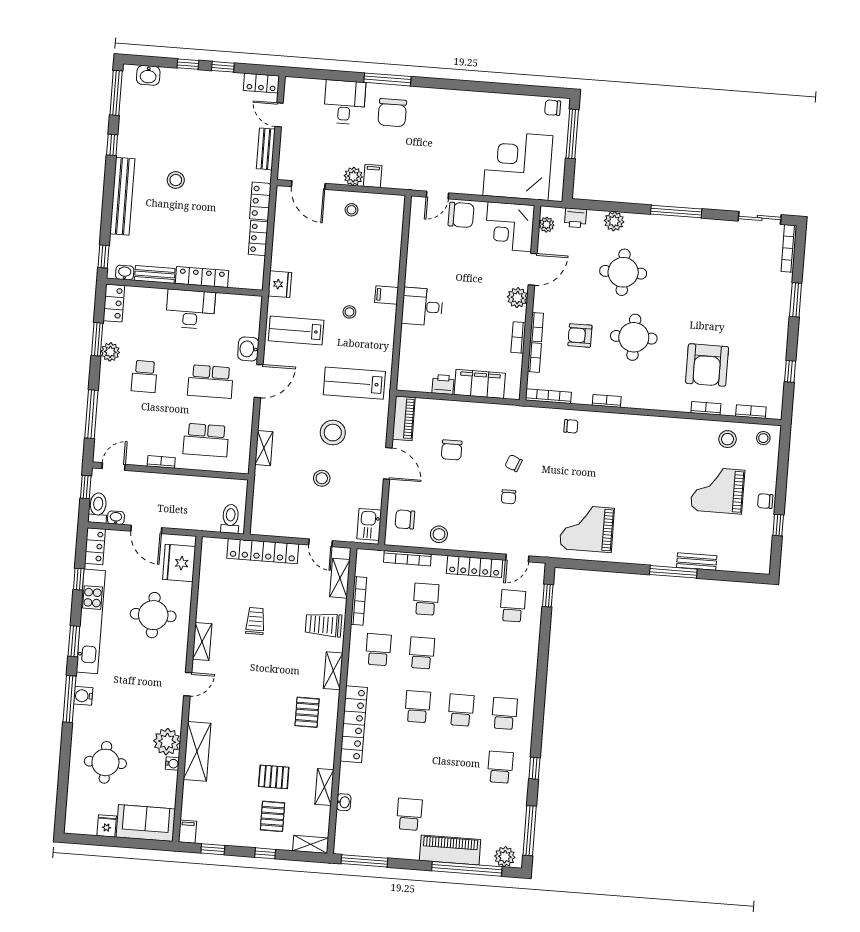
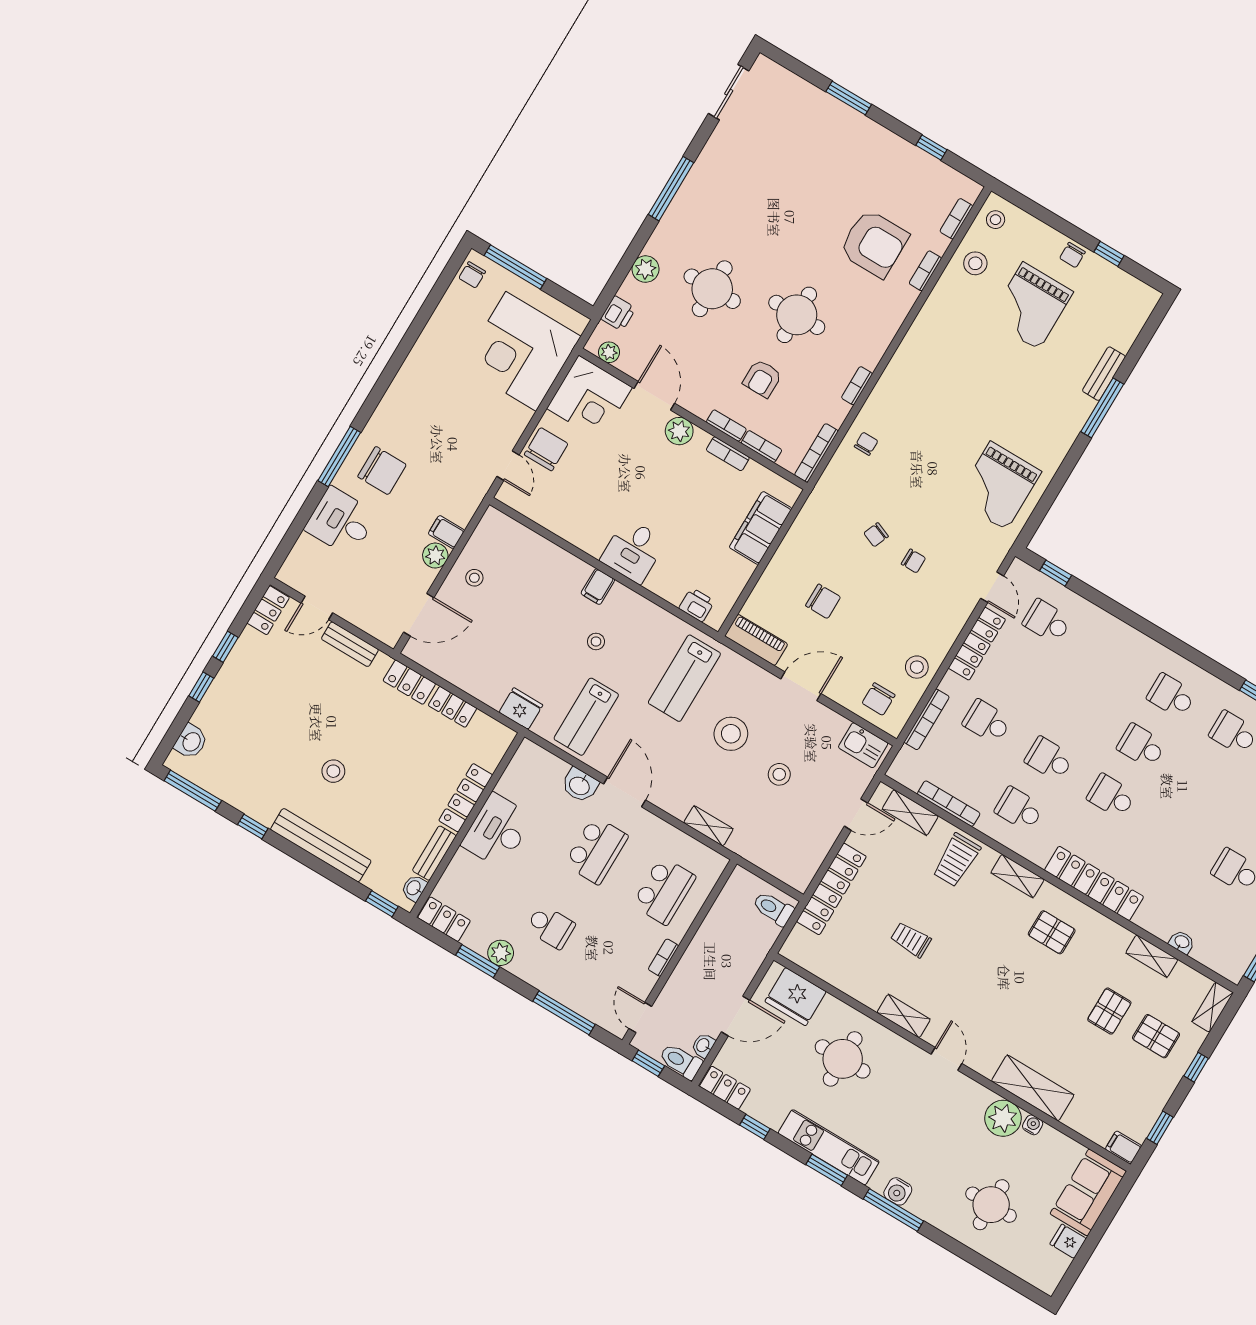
bookcase: (789, 248) -> (783, 75), removed
printer: (443, 384) -> (697, 605), moved, turned 90
kitchen unit: (91, 621) -> (829, 1147), width x0.73

